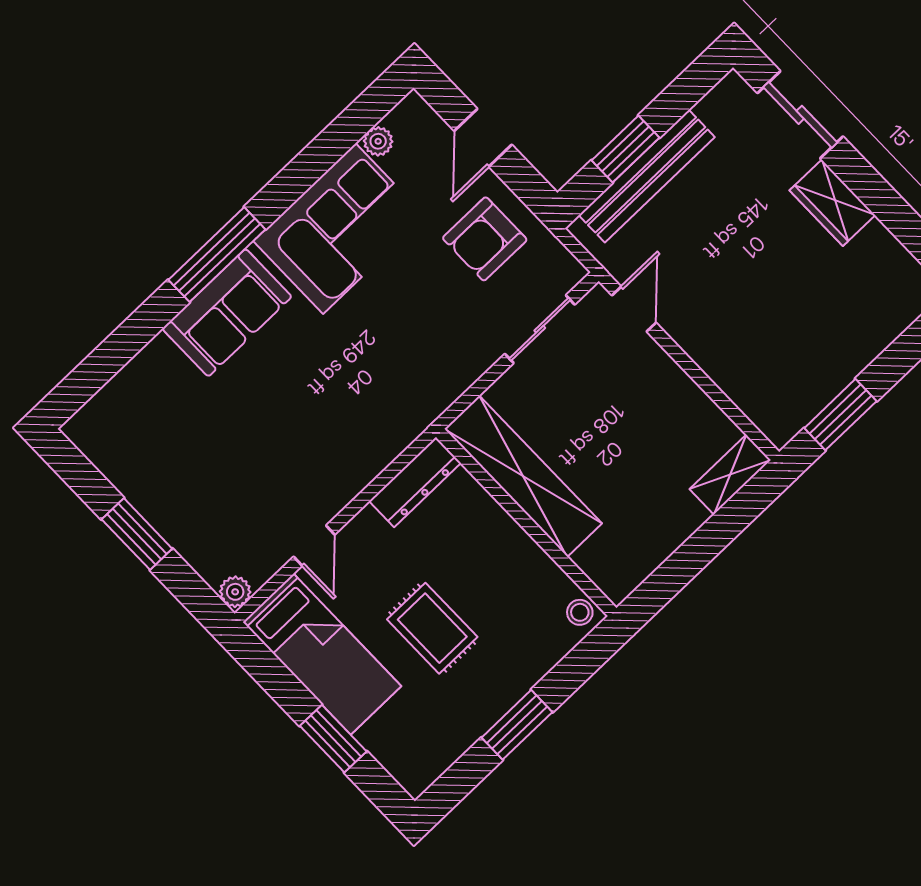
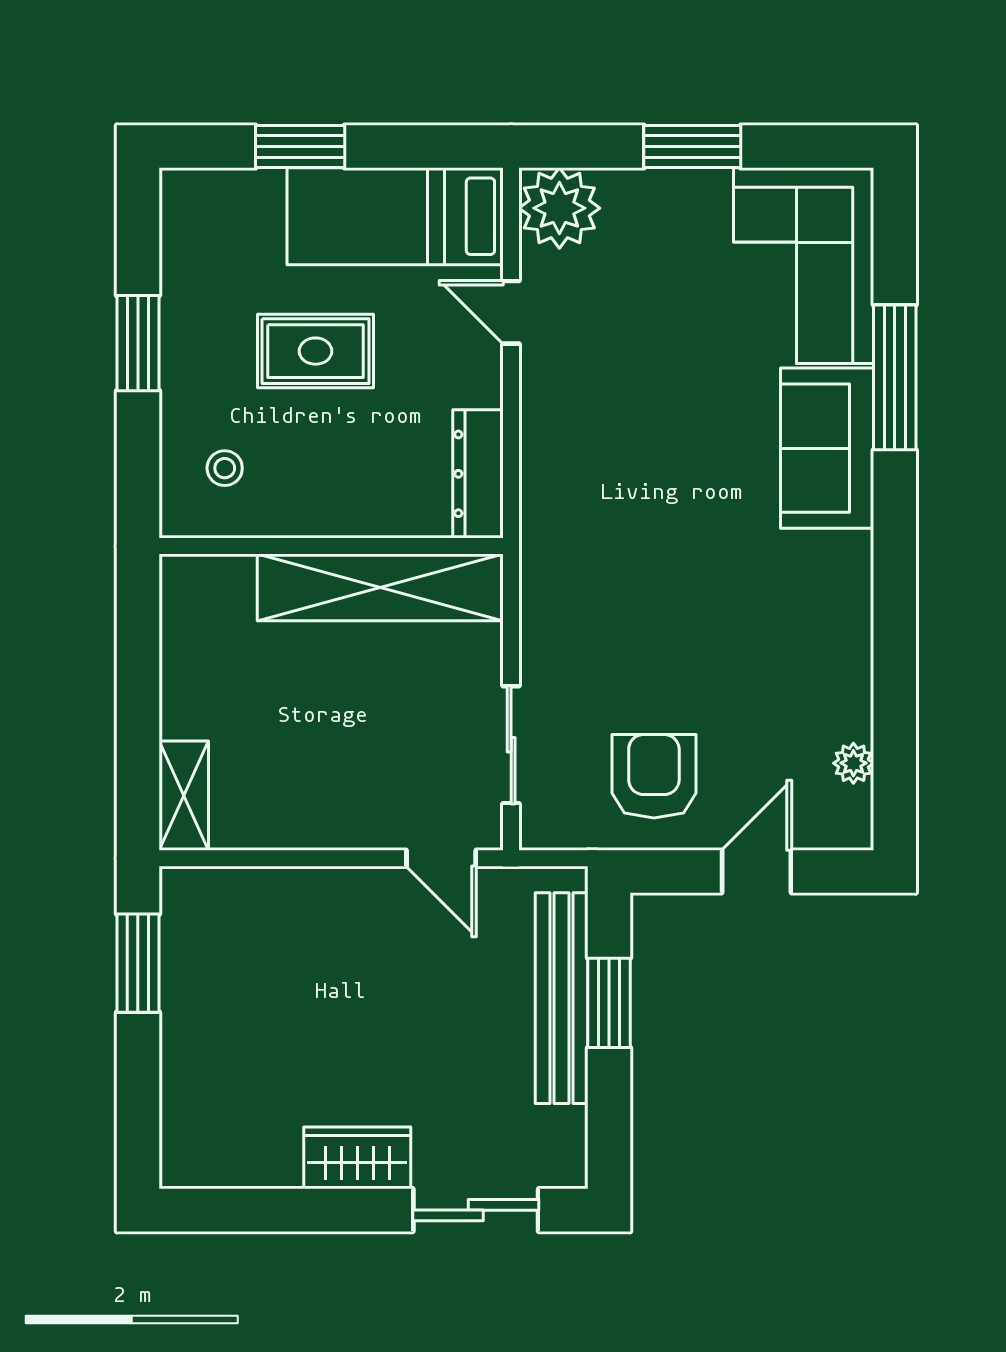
door: (483, 138) -> (757, 871), hinge flipped
corner sofa: (339, 228) -> (804, 266), moved
window: (217, 255) -> (895, 377), moved
plant: (235, 592) -> (559, 208), width x1.88, depth x1.88
stool: (580, 612) -> (225, 468), moved

